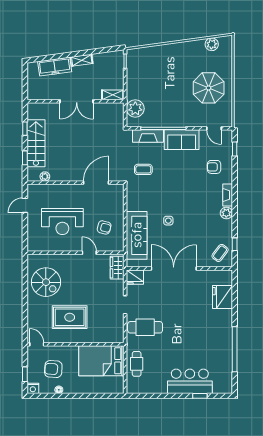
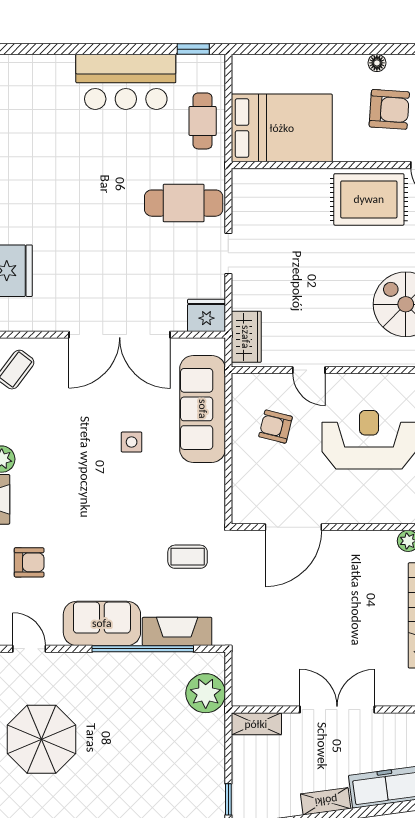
rug: (70, 317) -> (369, 199), moved
bar counter: (190, 381) -> (126, 82), moved
window: (200, 396) -> (193, 49), moved

